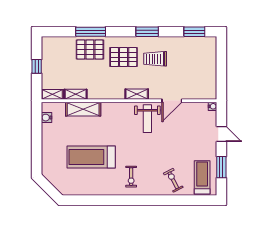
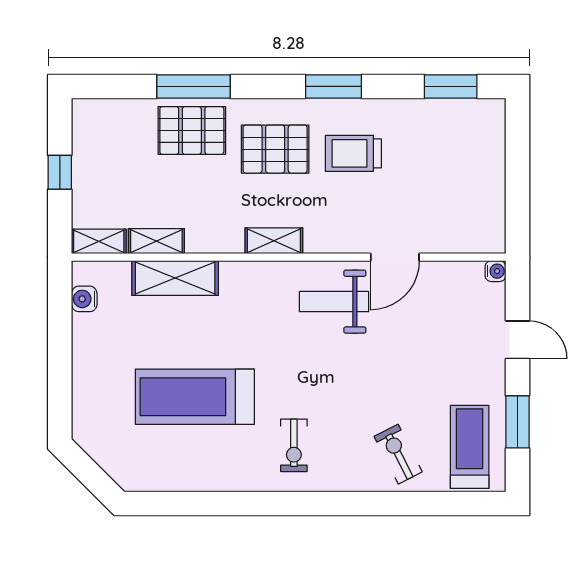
shelving: (137, 94) -> (274, 241), moved
weight bench: (147, 119) -> (334, 302), turned 90

